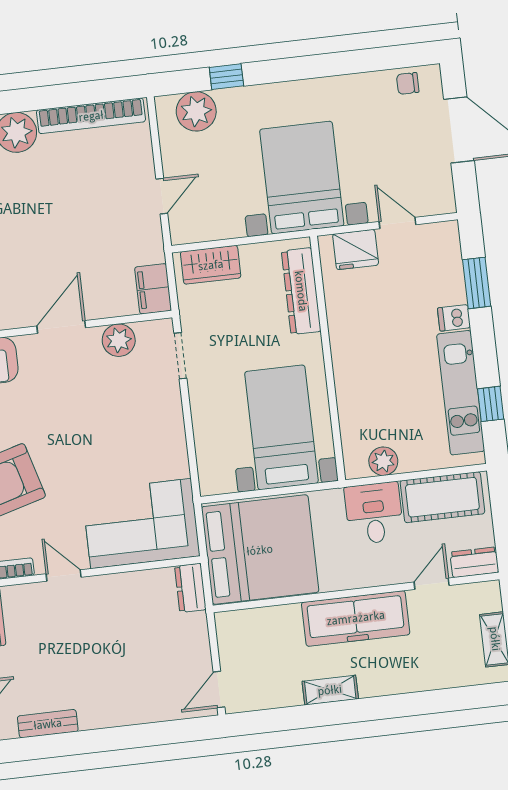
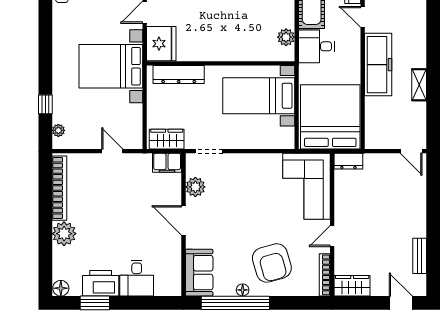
plant: (196, 111) -> (58, 130), width x0.53, depth x0.53
fridge: (356, 250) -> (161, 44), width x1.36, depth x1.34
wardrobe: (211, 265) -> (167, 139), moved, turned -90

